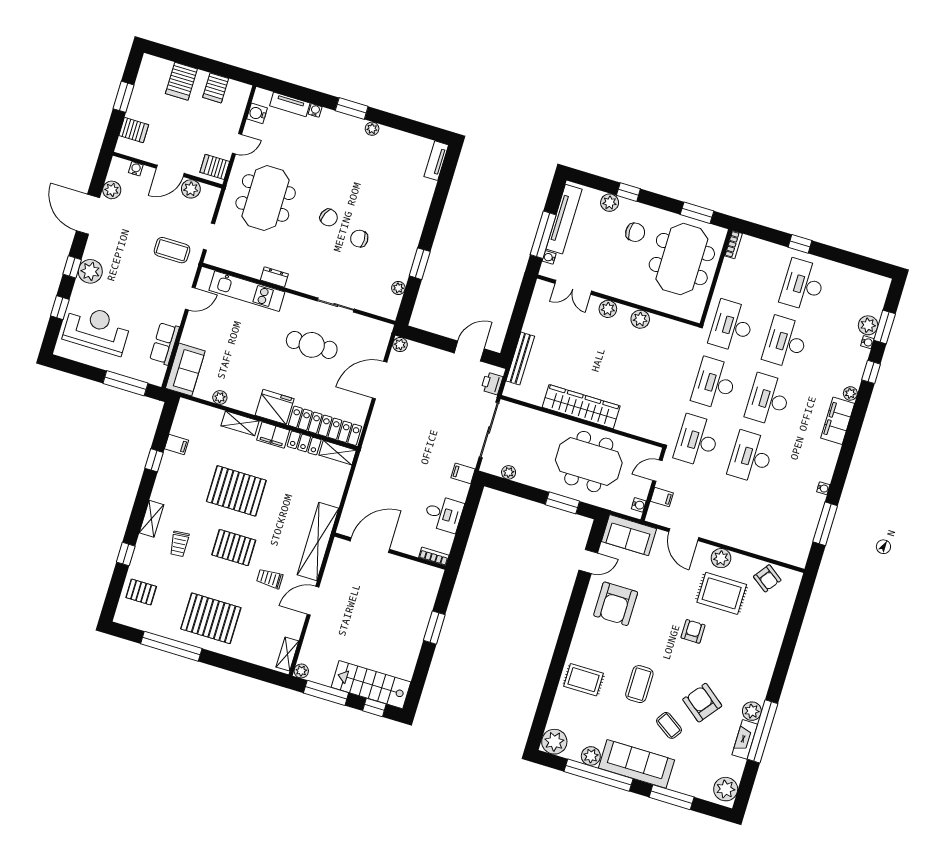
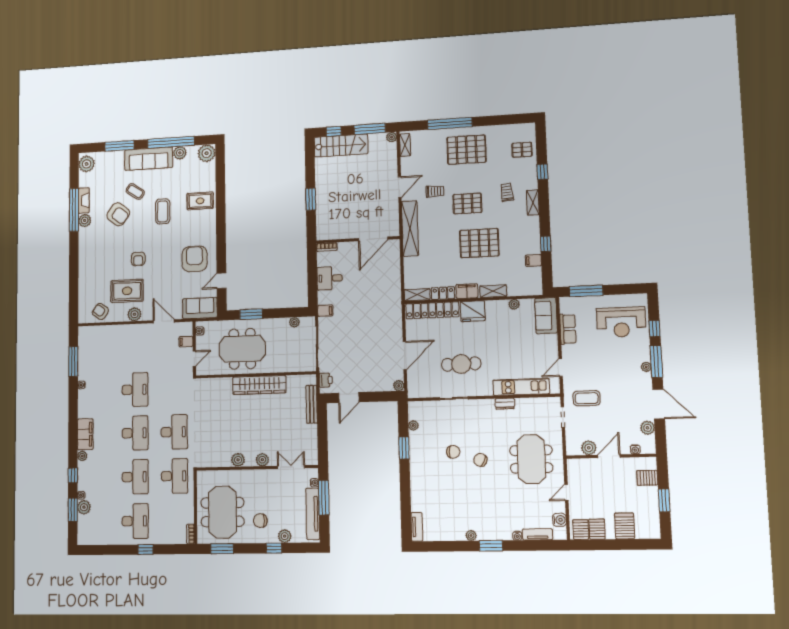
server rack: (215, 167) -> (581, 530), moved, turned -90
window: (72, 267) -> (656, 361), width x2.17
plant: (90, 271) -> (646, 367), width x0.53, depth x0.53
desk: (697, 441) -> (174, 388), removed
window: (171, 646) -> (450, 123), moved

